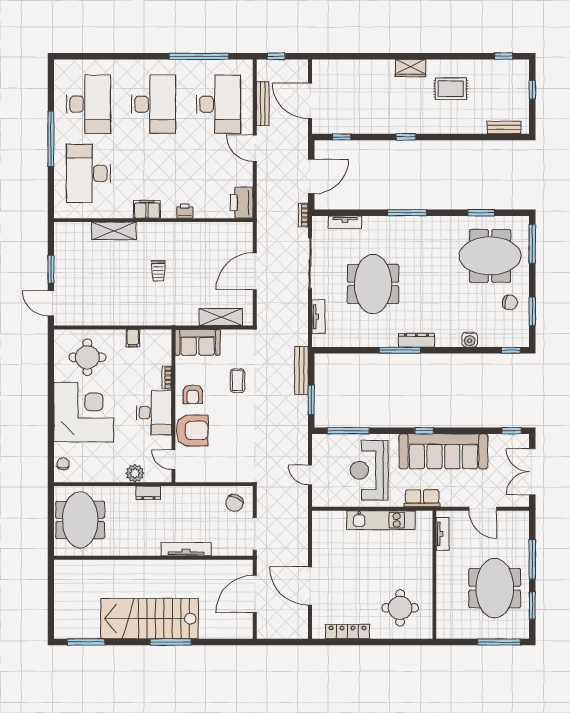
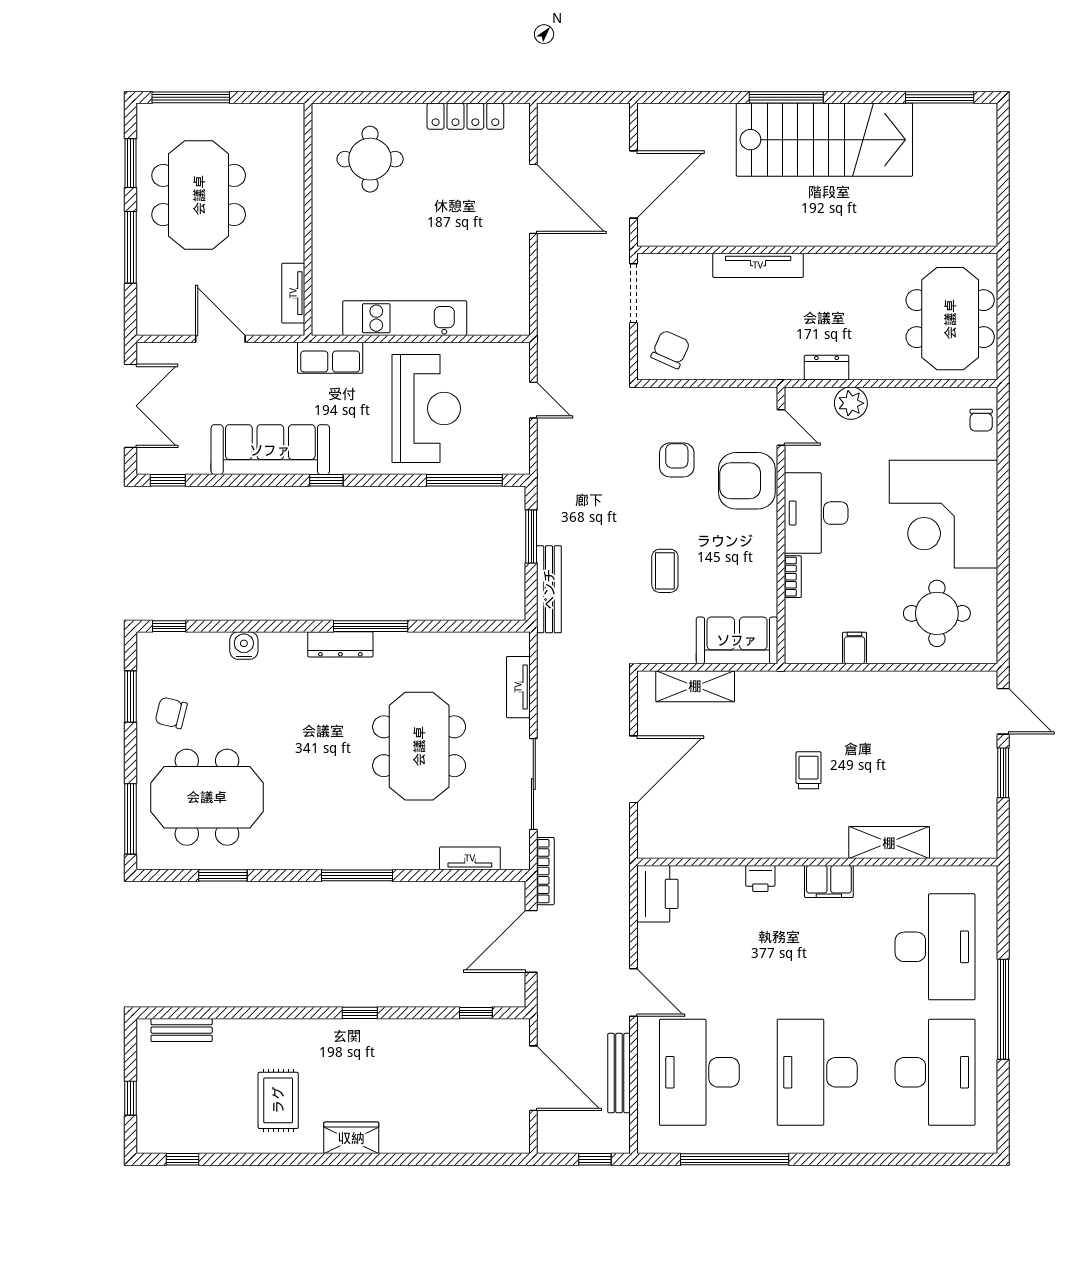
rug: (451, 89) -> (278, 1100), turned 90
desk: (88, 104) -> (935, 1072), turned 180
bookcase: (303, 215) -> (545, 871), width x1.56
armchair: (193, 394) -> (677, 460), moved
sofa: (443, 451) -> (270, 450), width x0.74, depth x0.79

